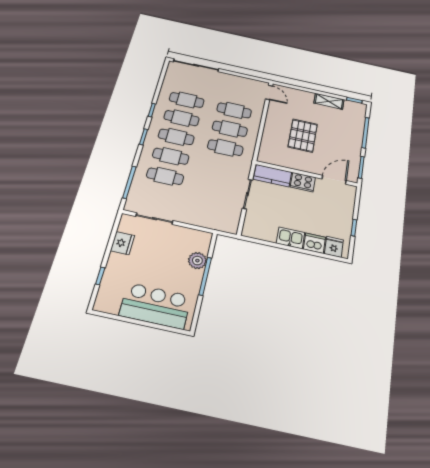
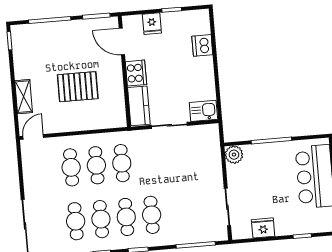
shelving: (329, 101) -> (24, 97), moved
cafe table: (165, 176) -> (177, 213), removed
kitchen sink: (291, 238) -> (203, 111), moved, turned 90
fridge: (334, 247) -> (152, 24), moved, turned -90
plant: (197, 261) -> (234, 155), moved

